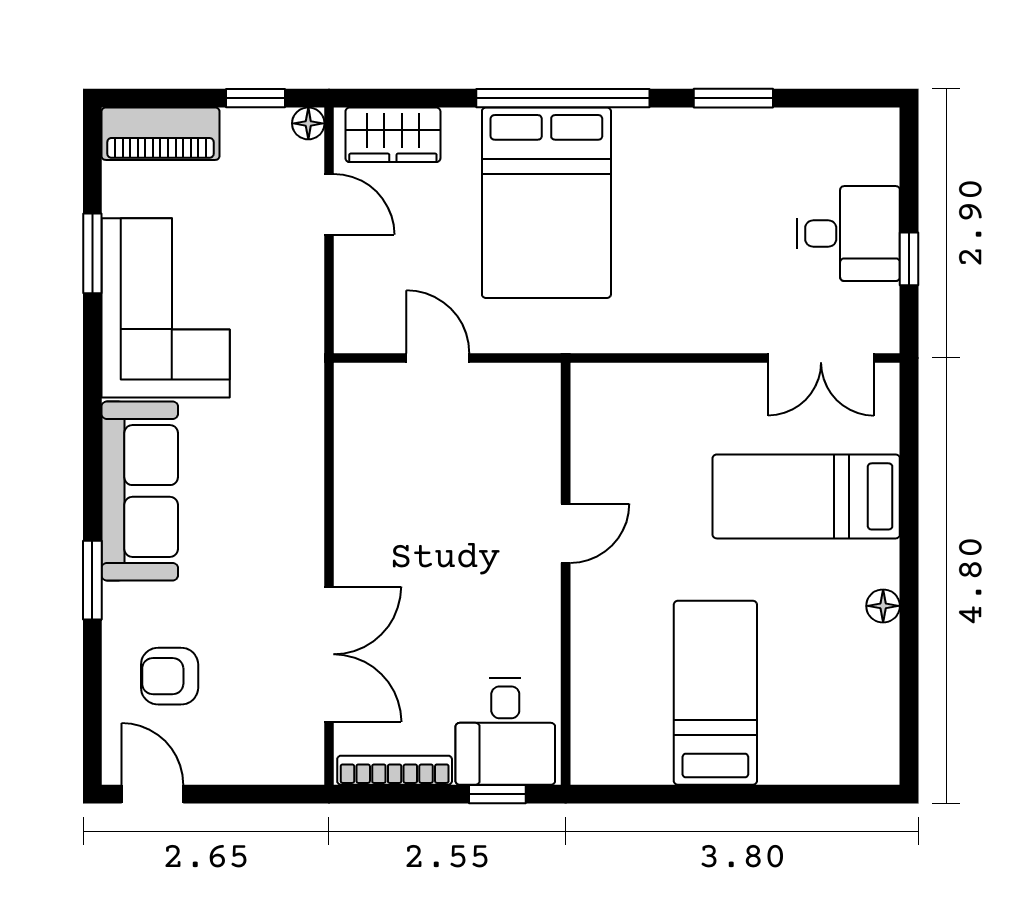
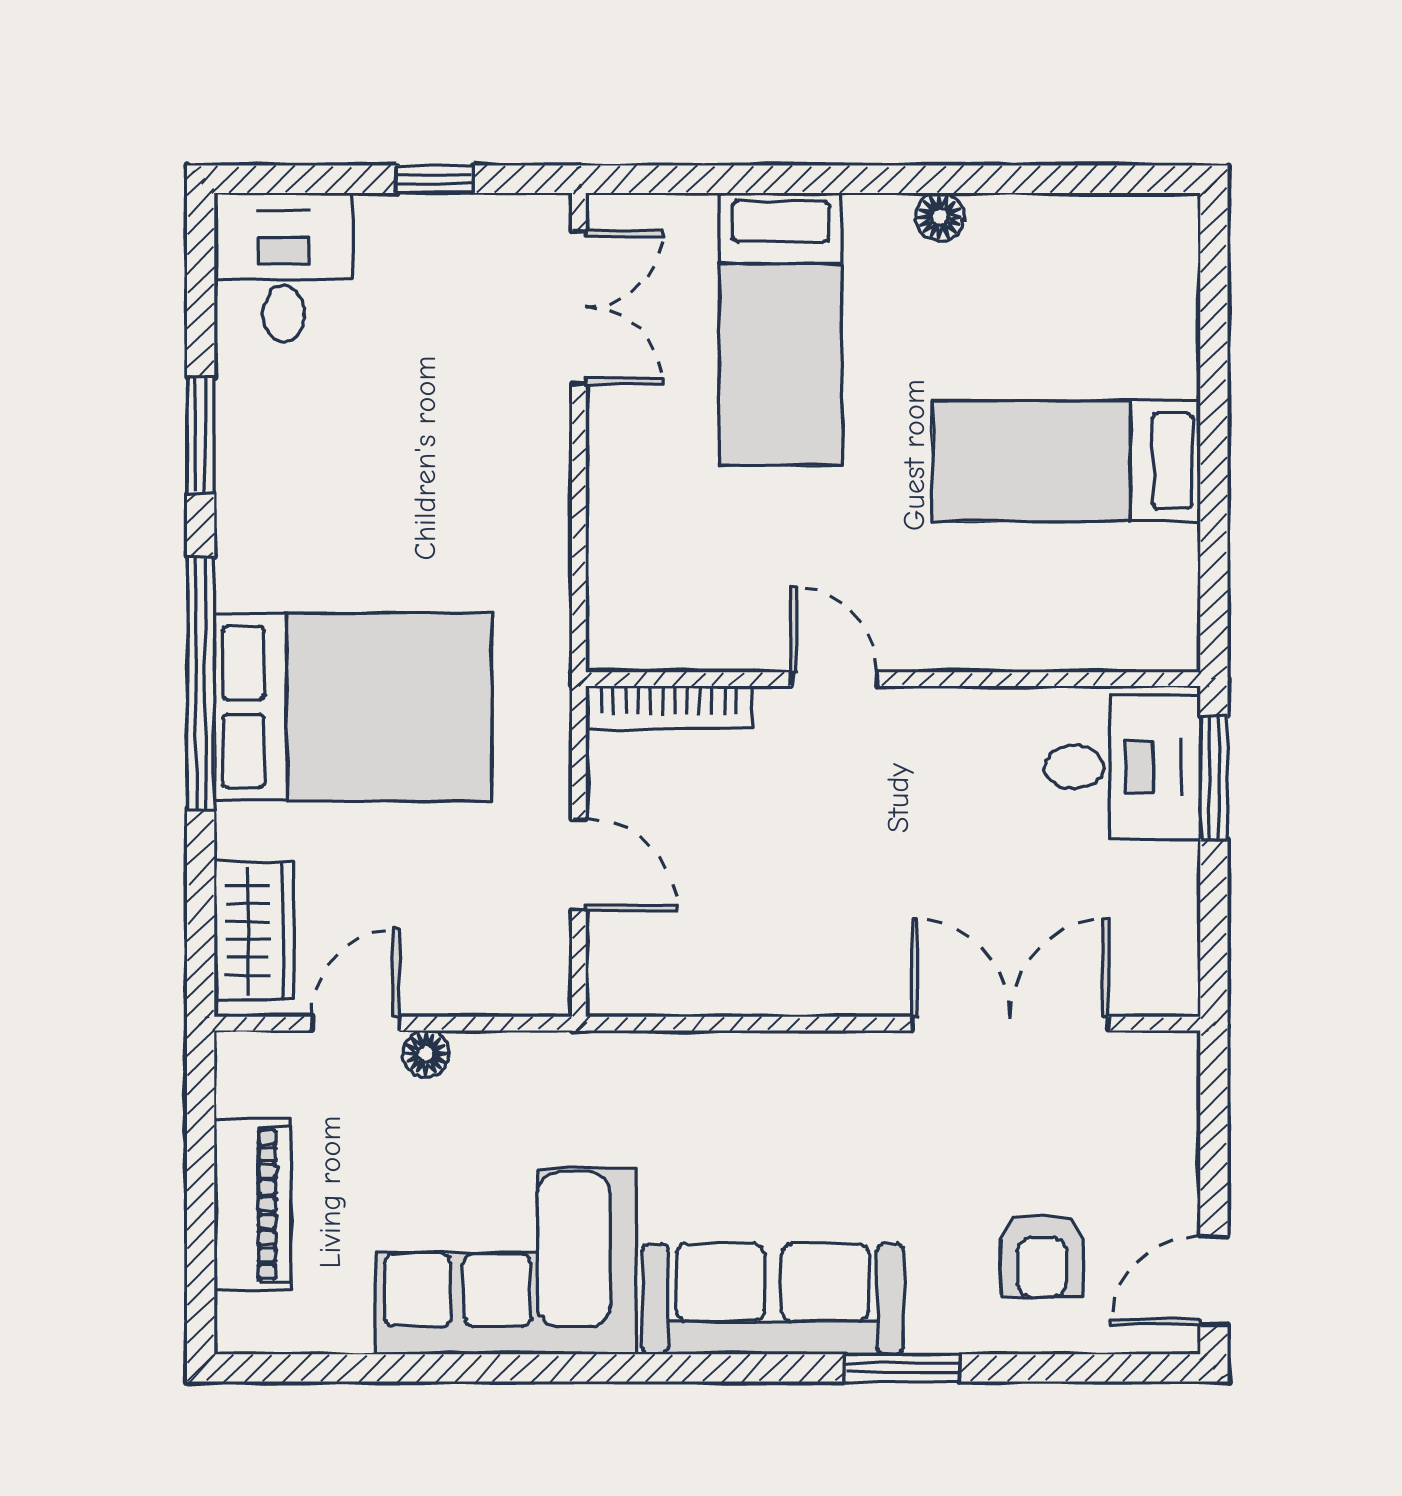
window: (256, 98) -> (201, 1130), removed
floor lamp: (308, 123) -> (426, 1054), moved
piano: (160, 134) -> (253, 1204), moved
desk: (848, 234) -> (283, 267), moved
window: (92, 253) -> (427, 1368), removed
door: (438, 358) -> (579, 865), swing flipped
bookcase: (395, 770) -> (669, 707), moved, turned -90
window: (497, 794) -> (1214, 778), width x1.50

